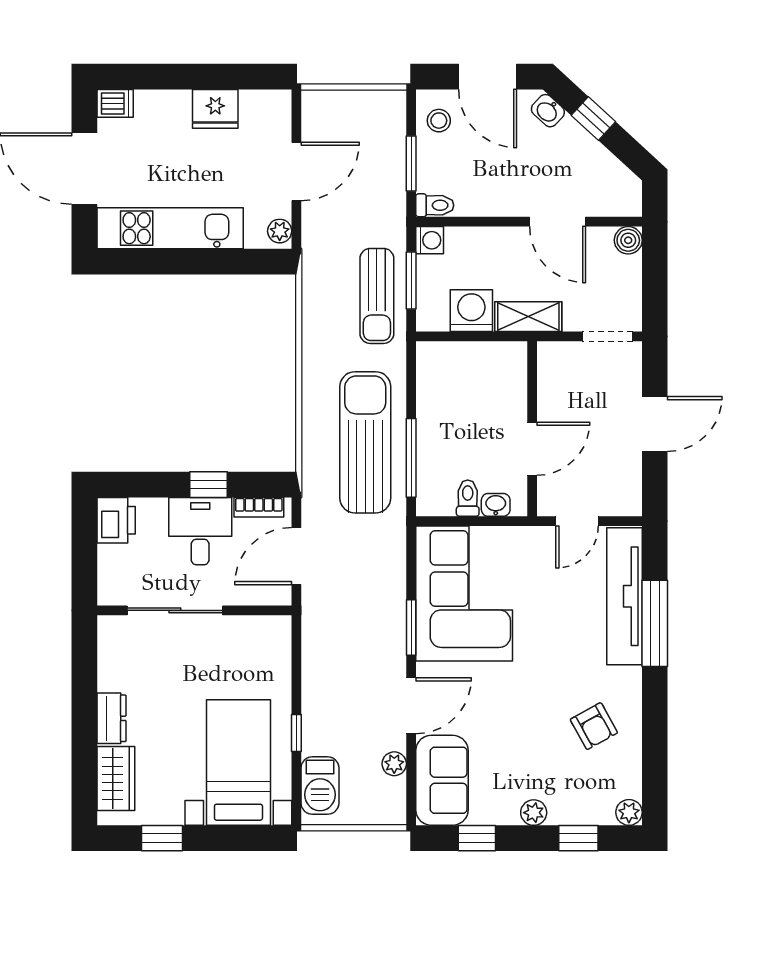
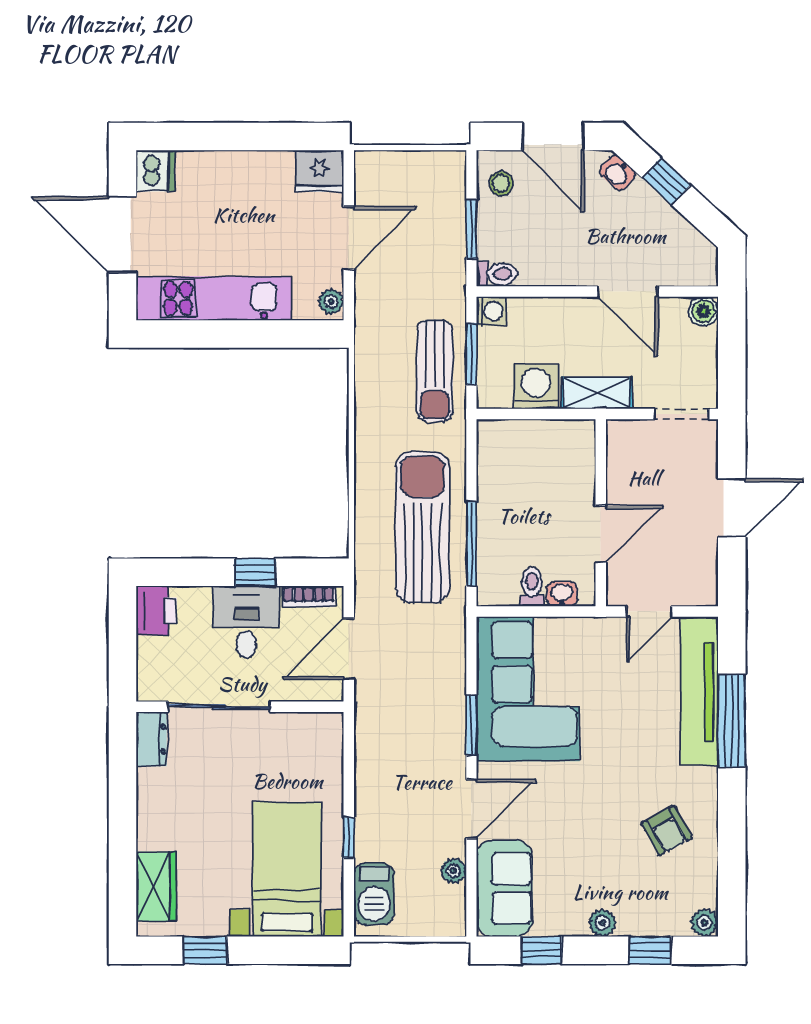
dishwasher: (115, 103) -> (155, 171), width x1.38
fridge: (215, 109) -> (320, 171), moved
dresser: (112, 718) -> (151, 739), moved

